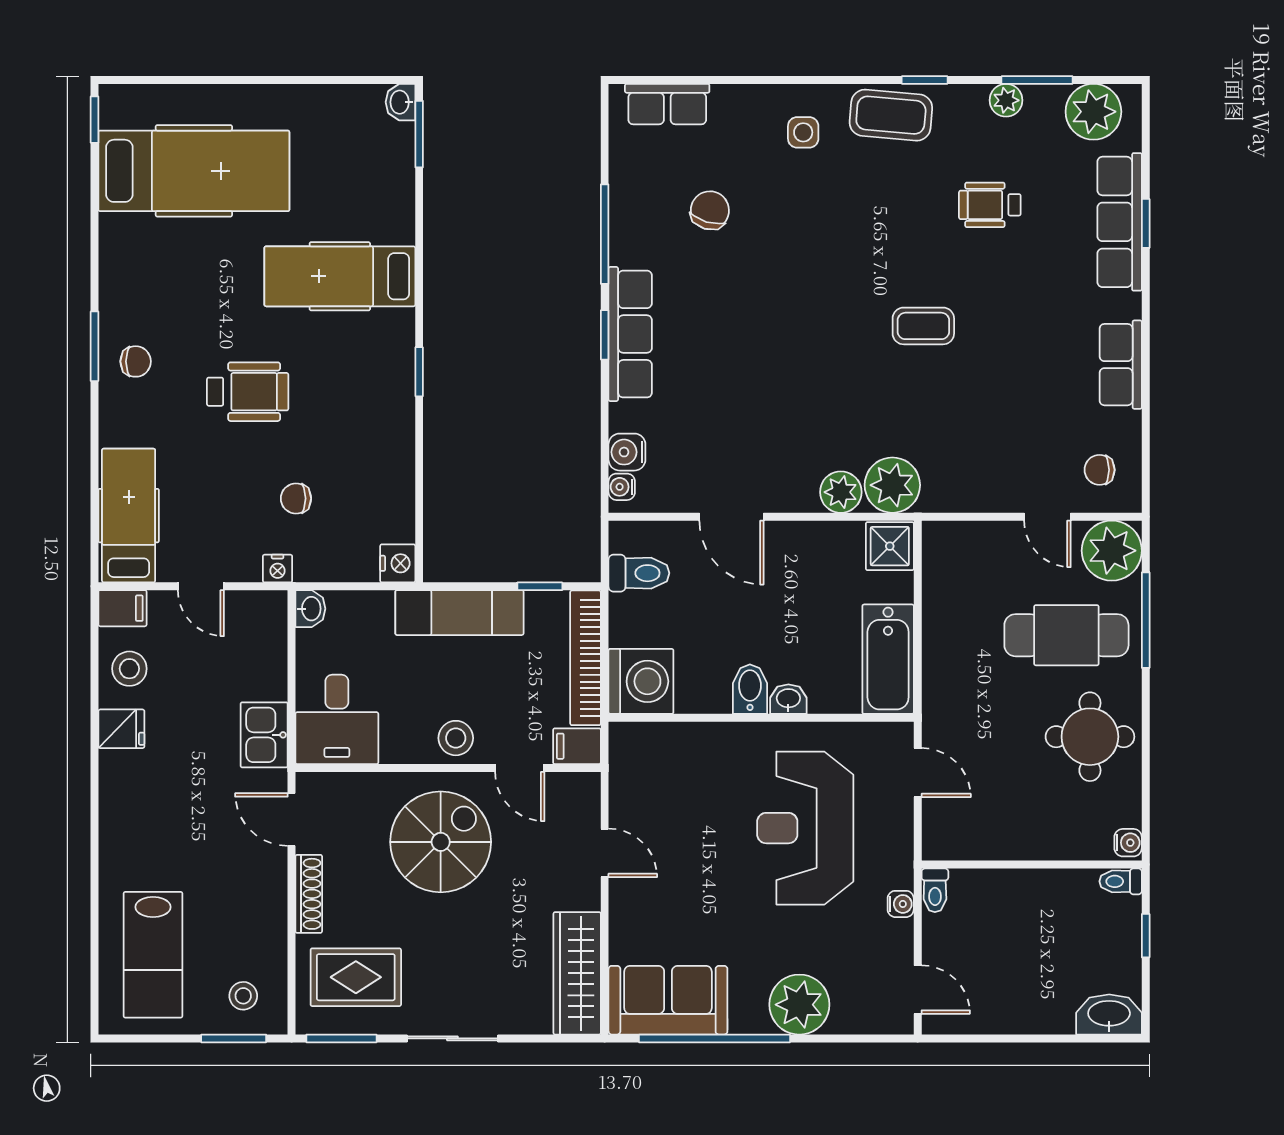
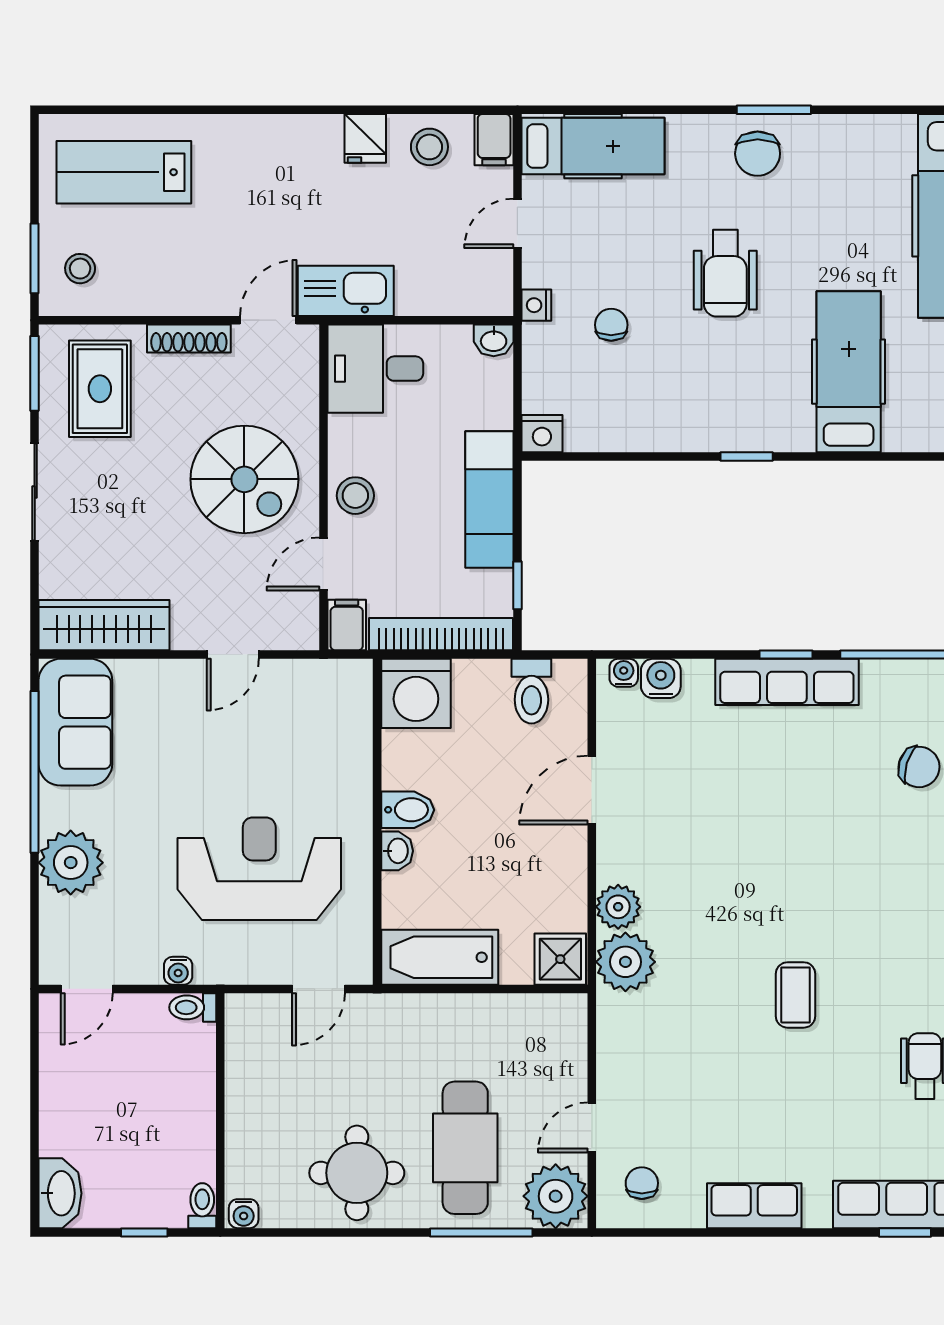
chair: (136, 361) -> (758, 154), width x1.37, depth x1.37
kitchen sink: (264, 735) -> (346, 291), width x1.38

